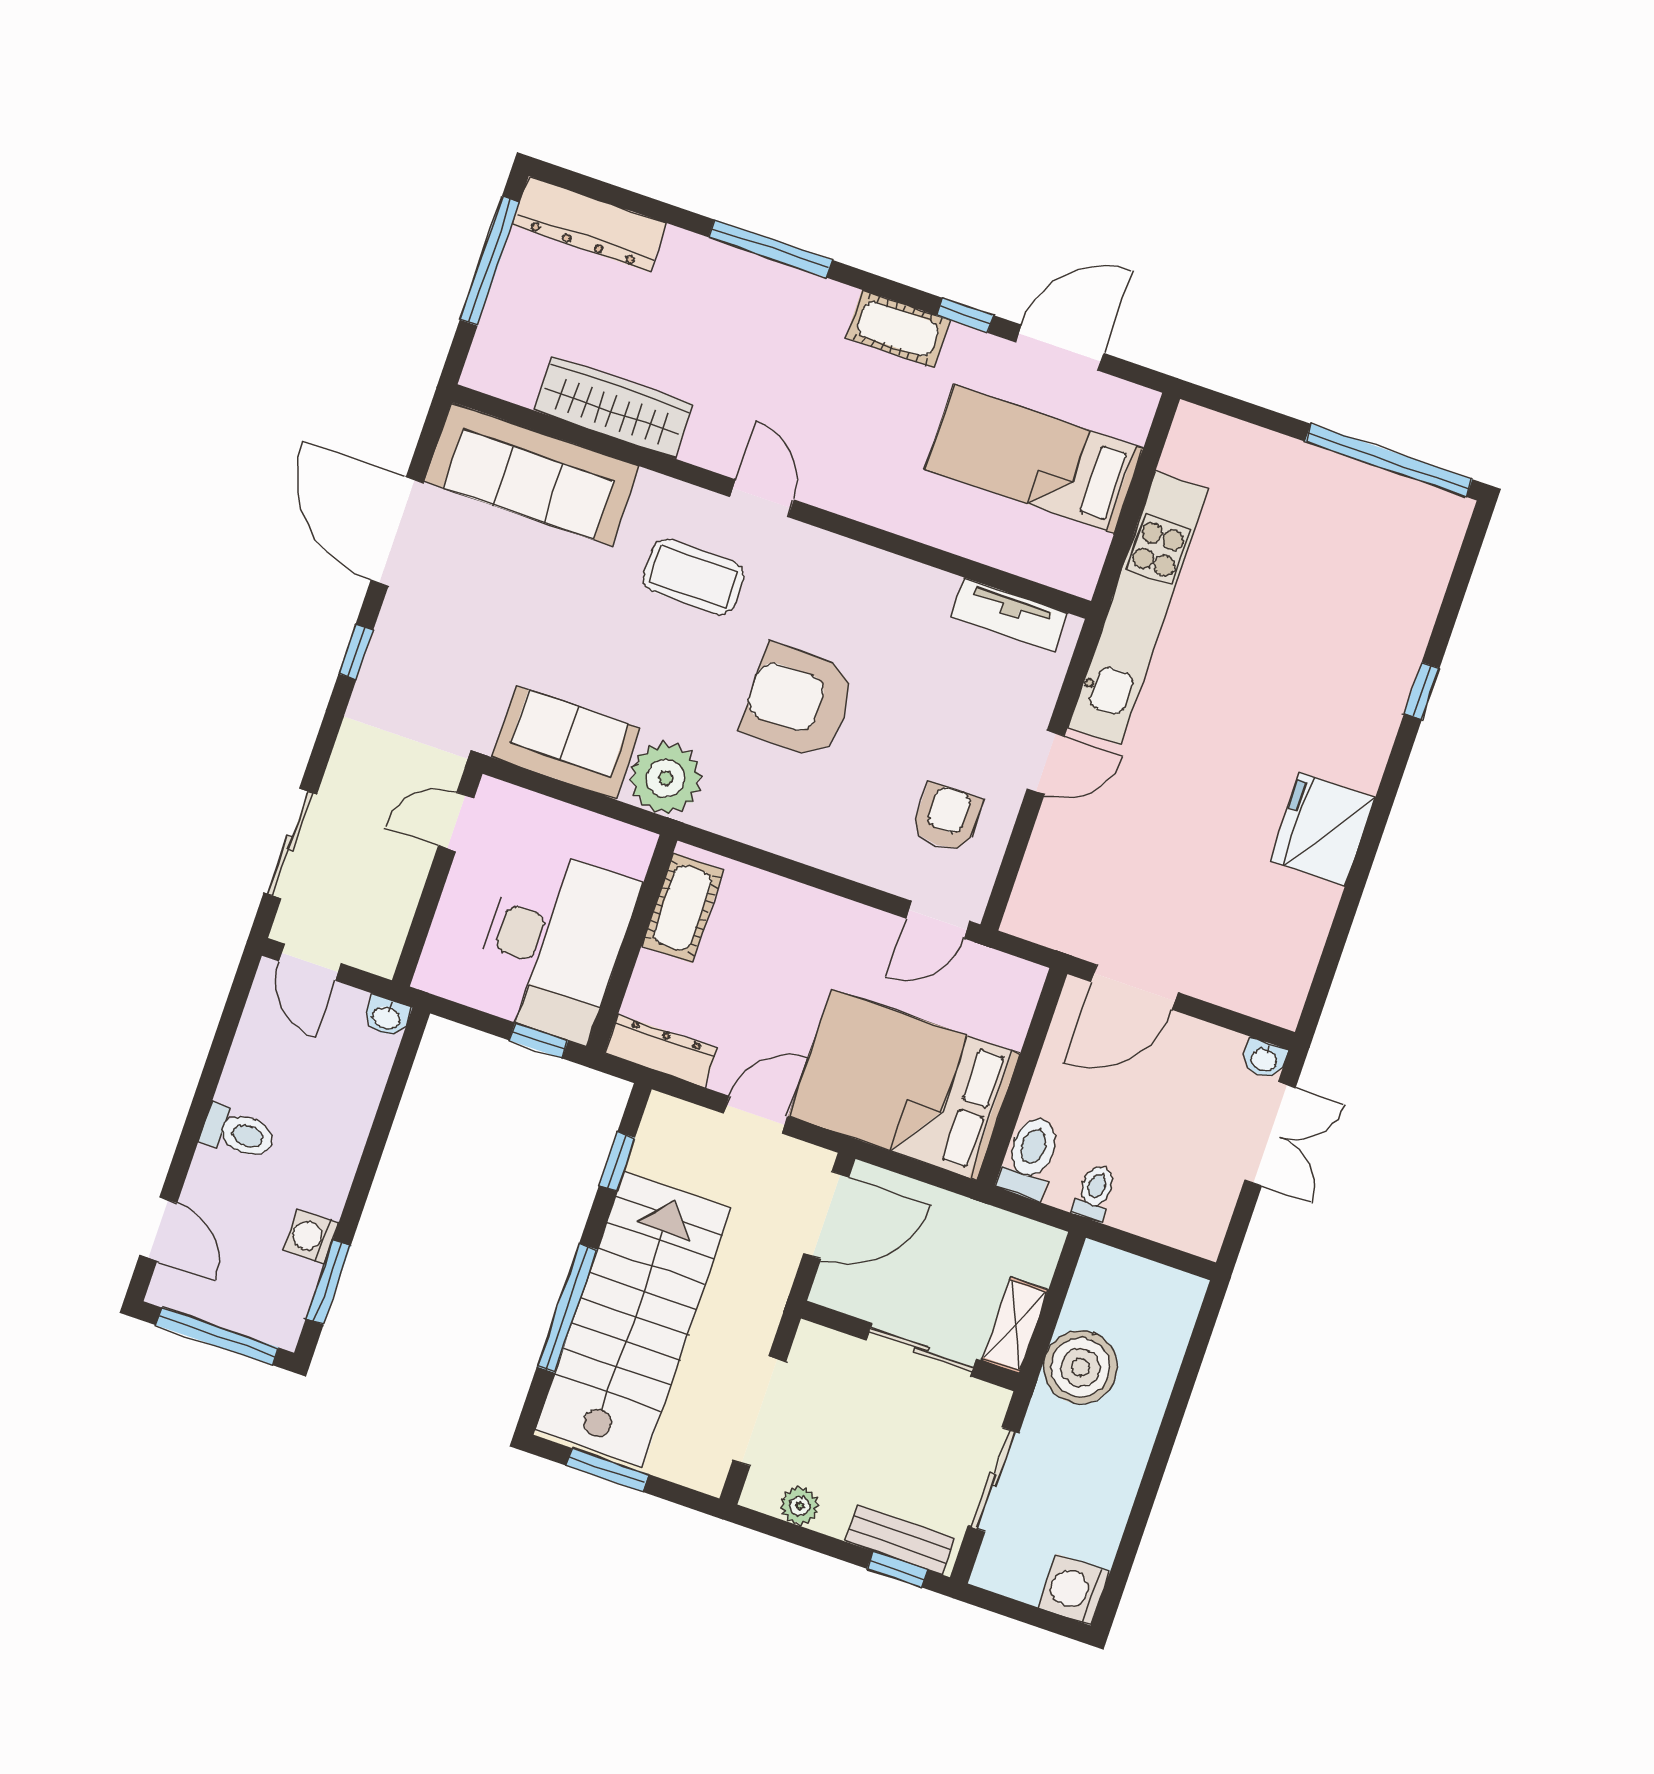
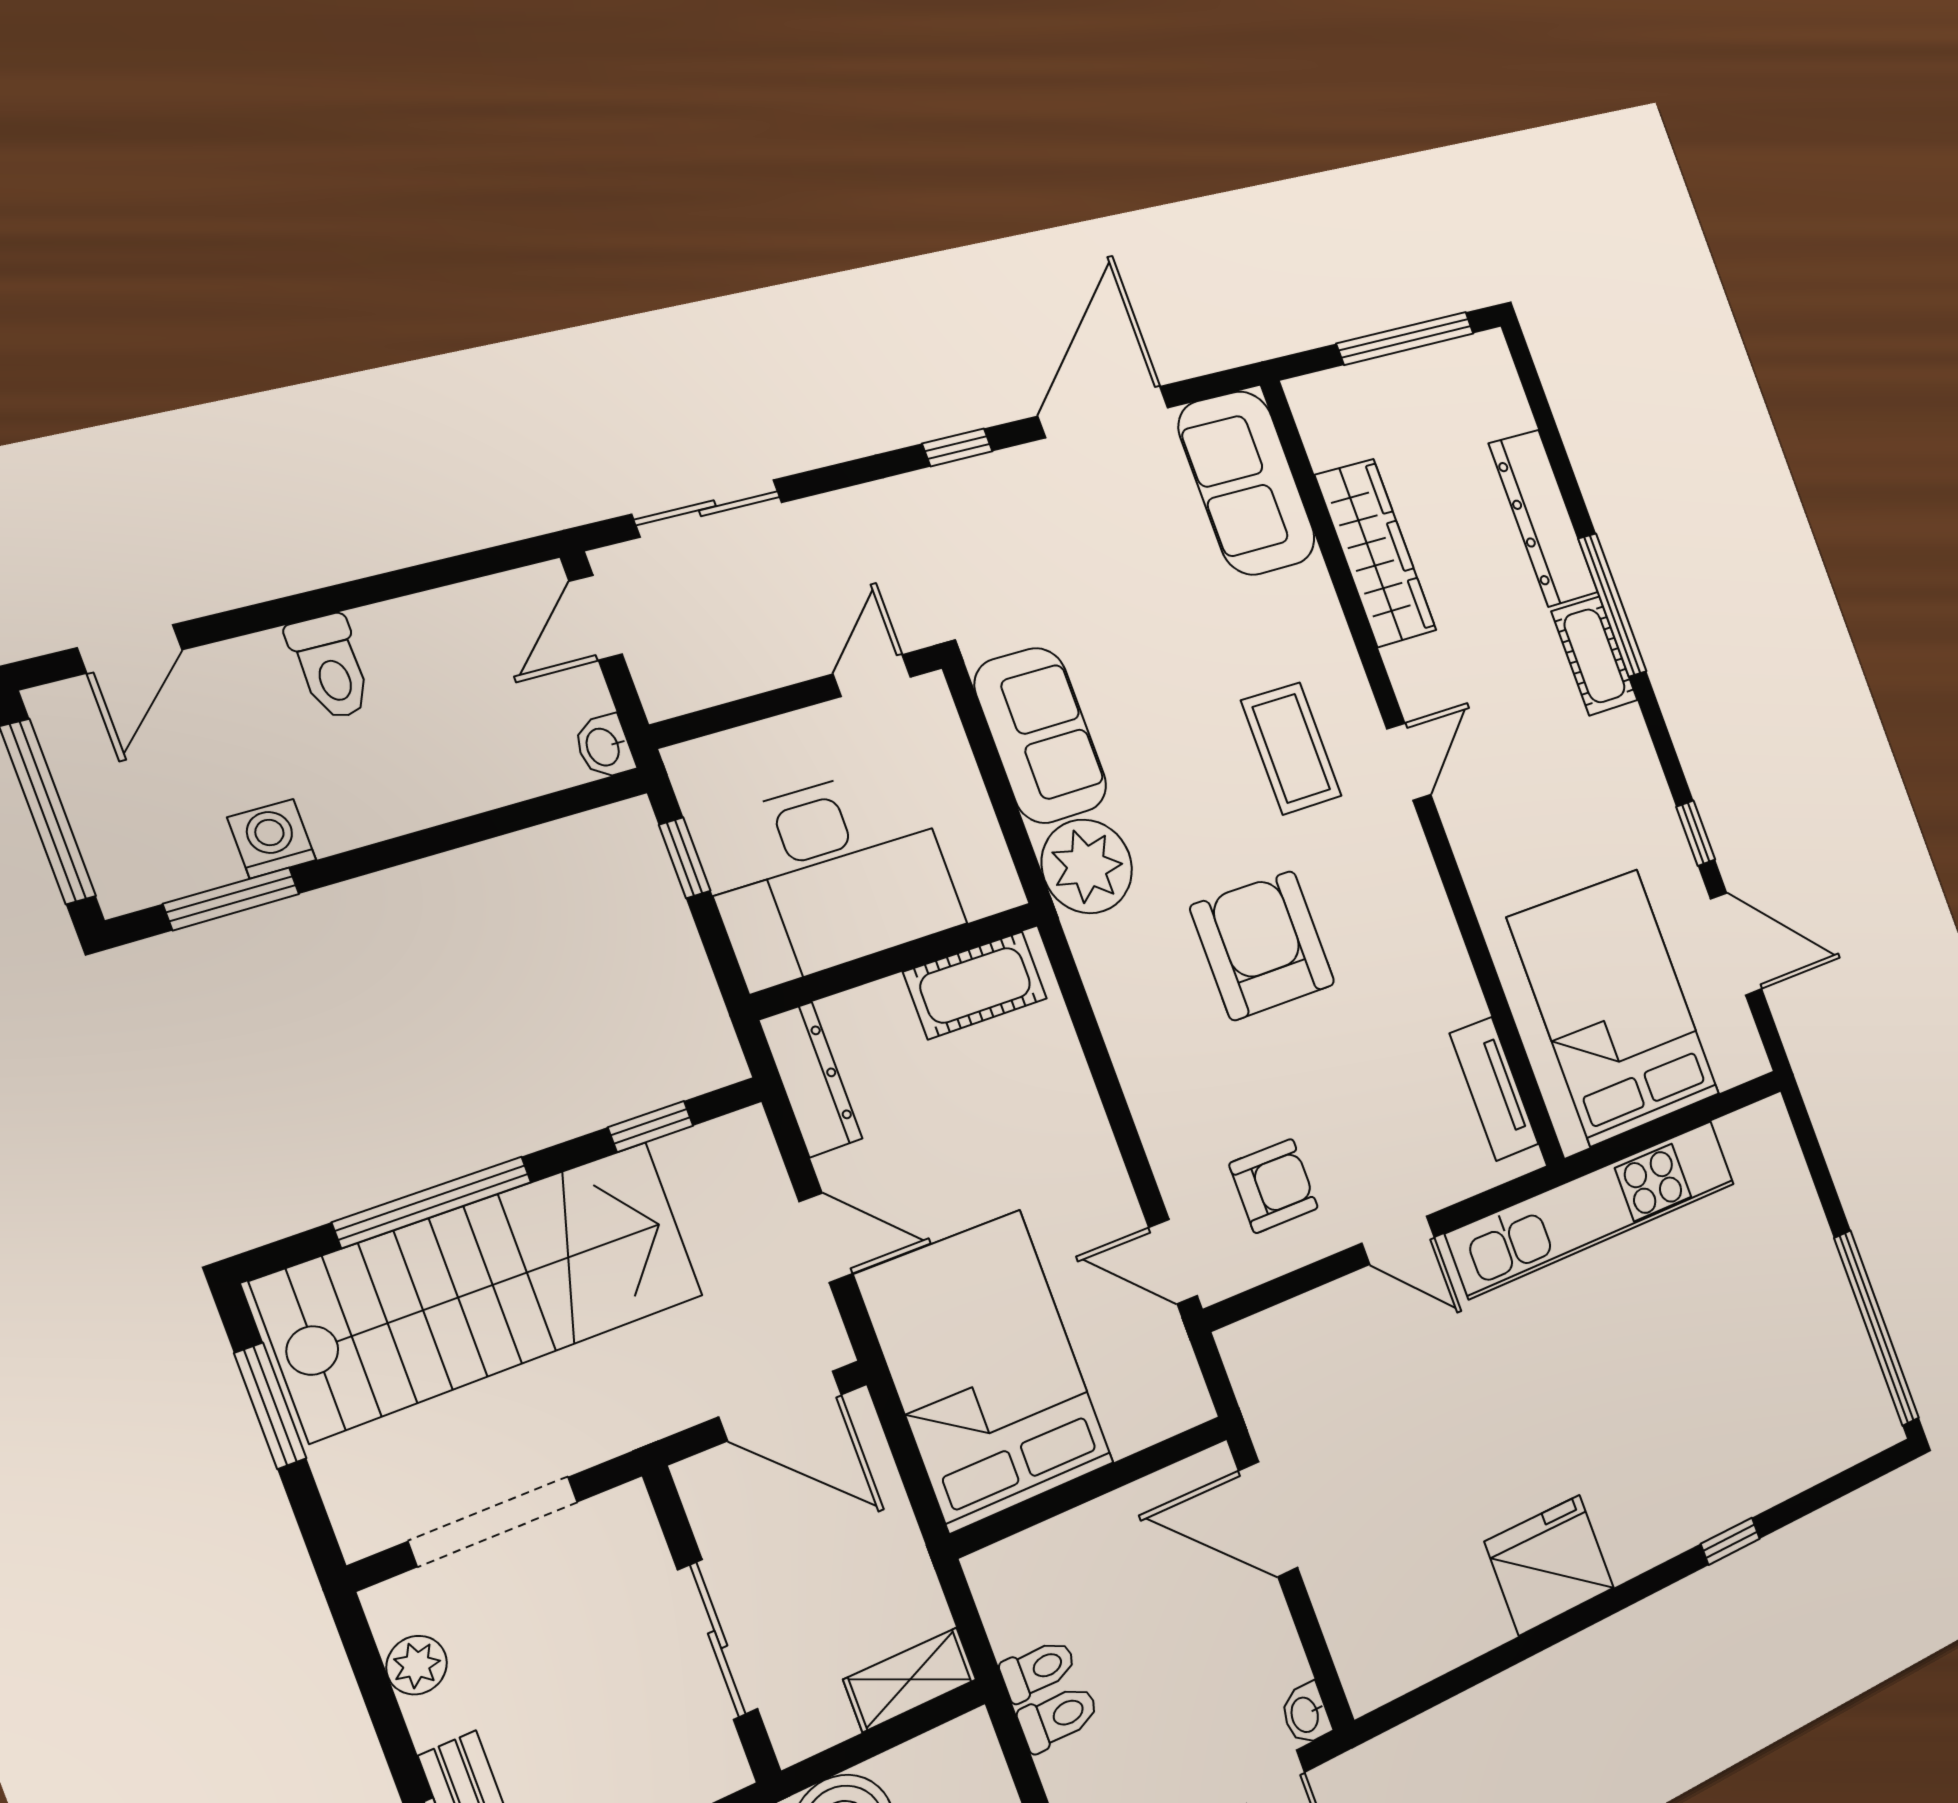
dresser: (589, 224) -> (1543, 518), moved
cot: (898, 329) -> (1594, 656), moved
bed: (1034, 459) -> (1614, 1007), width x1.50
sofa: (532, 474) -> (1247, 483), width x0.73
door: (456, 822) -> (872, 675), hinge flipped
window: (539, 1041) -> (685, 858), moved
toilet: (1030, 1157) -> (1058, 1717), moved, width x0.73, depth x0.72
shelving: (1015, 1325) -> (910, 1680), moved

